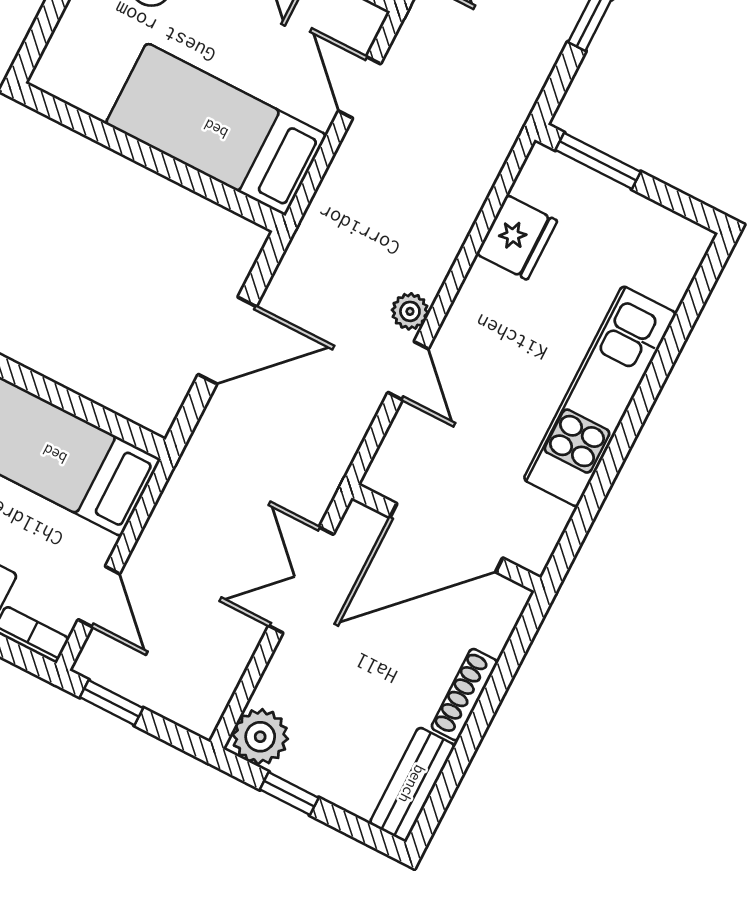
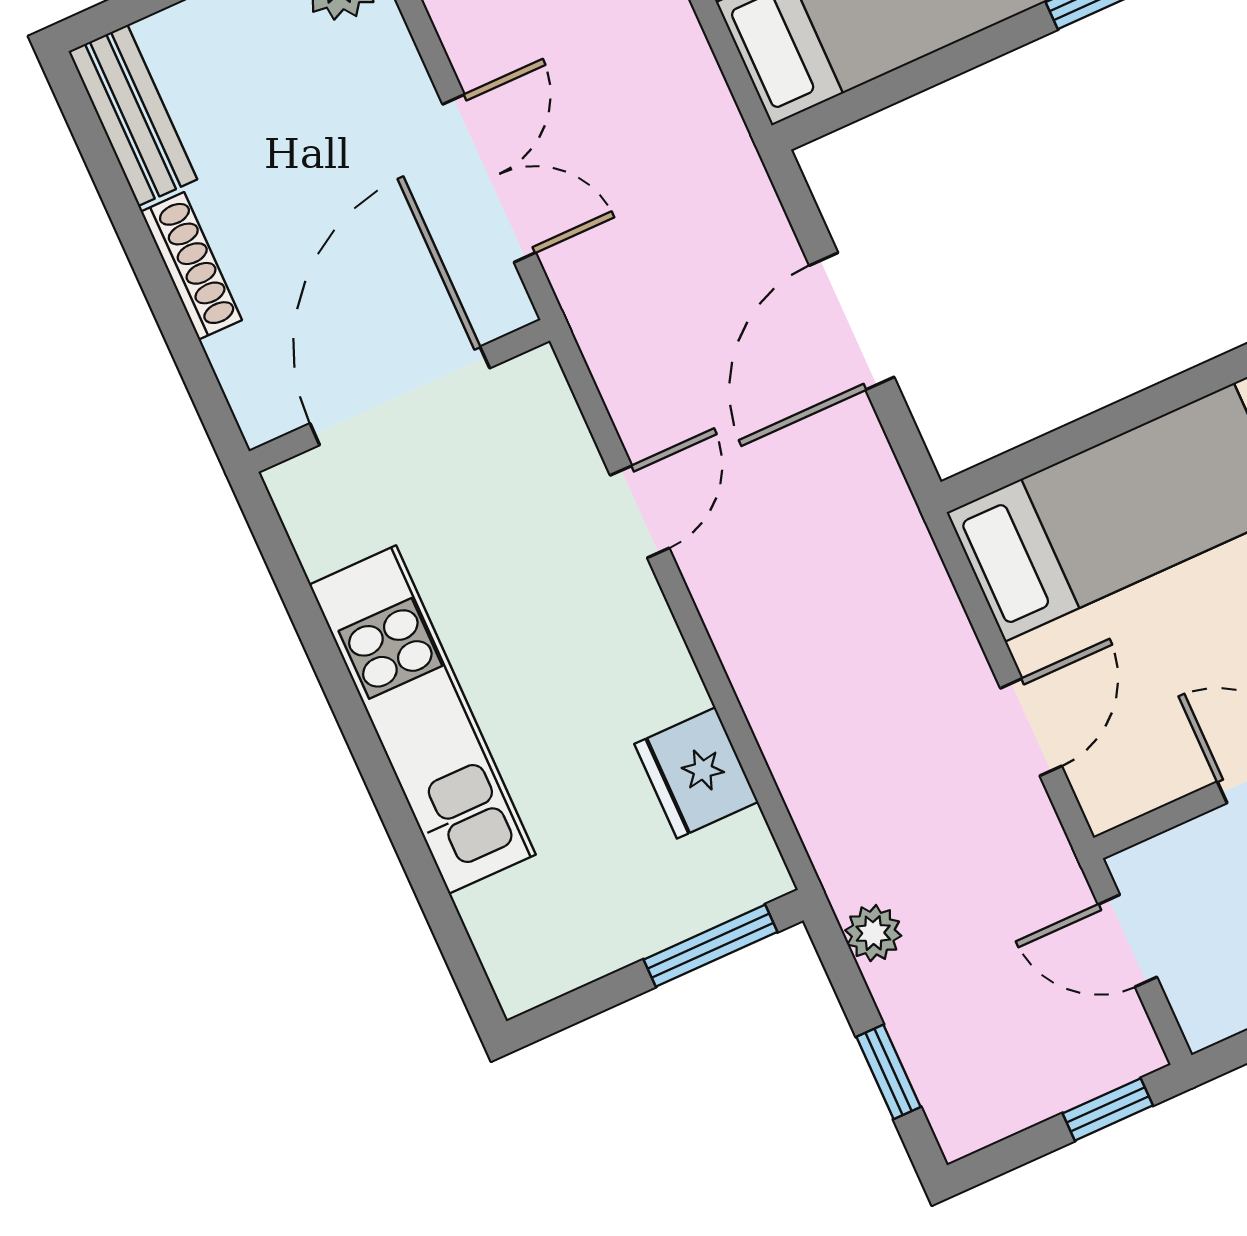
door: (359, 87) -> (1031, 727), hinge flipped
plant: (410, 311) -> (873, 933), moved
door: (408, 371) -> (640, 512), swing flipped

